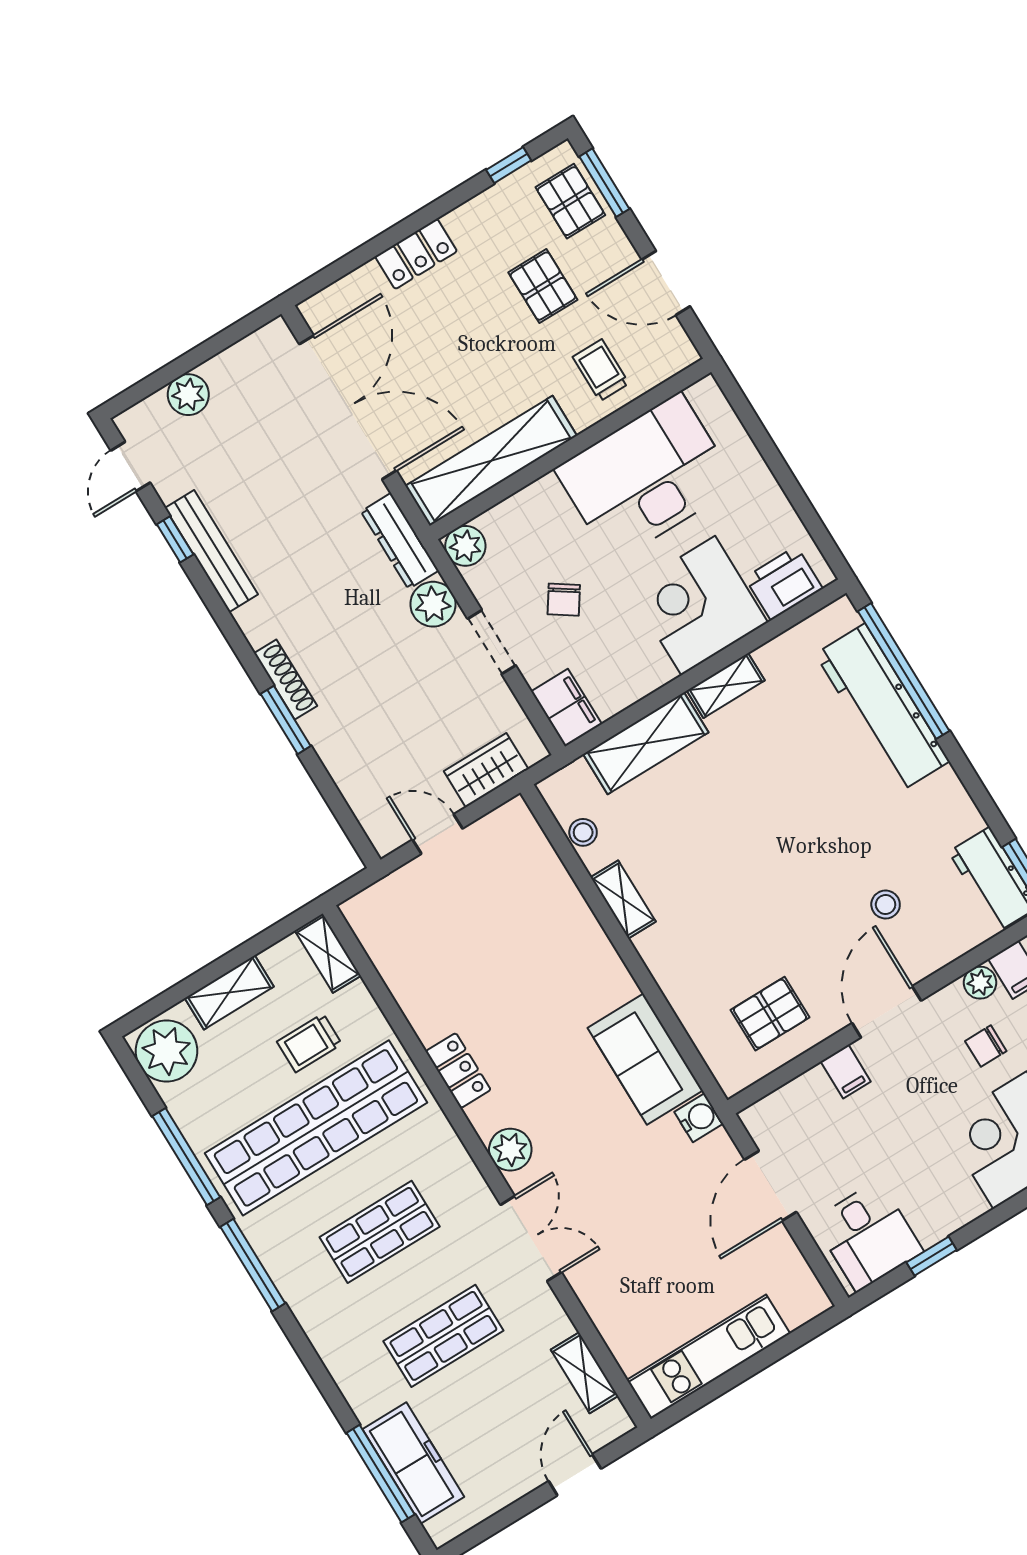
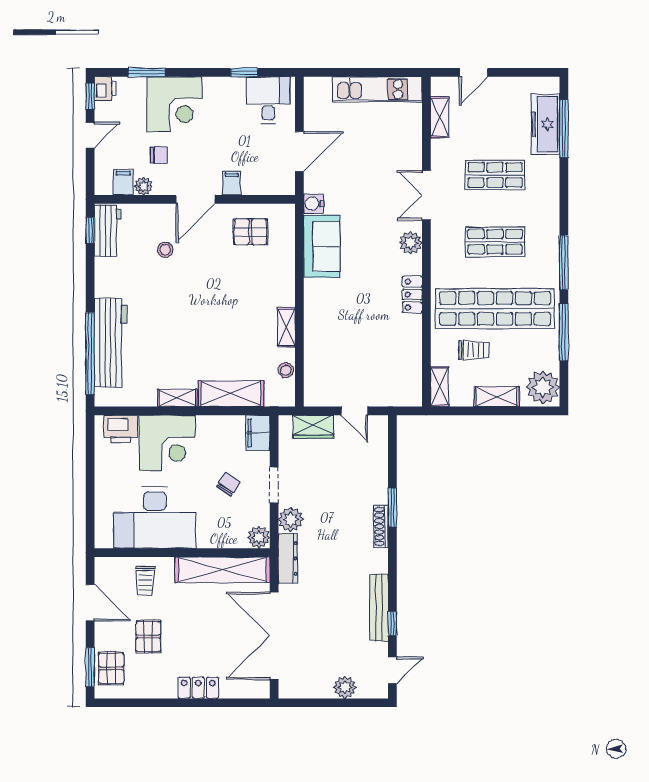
window: (509, 165) -> (130, 703), removed

